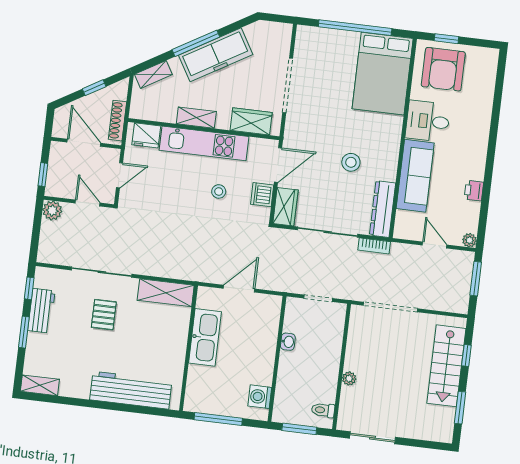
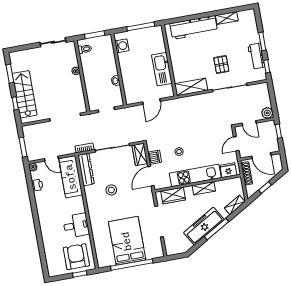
bed: (383, 74) -> (127, 241), moved
sofa: (415, 176) -> (71, 177), moved
printer: (474, 191) -> (37, 185), moved
shelving: (40, 385) -> (227, 18), moved

